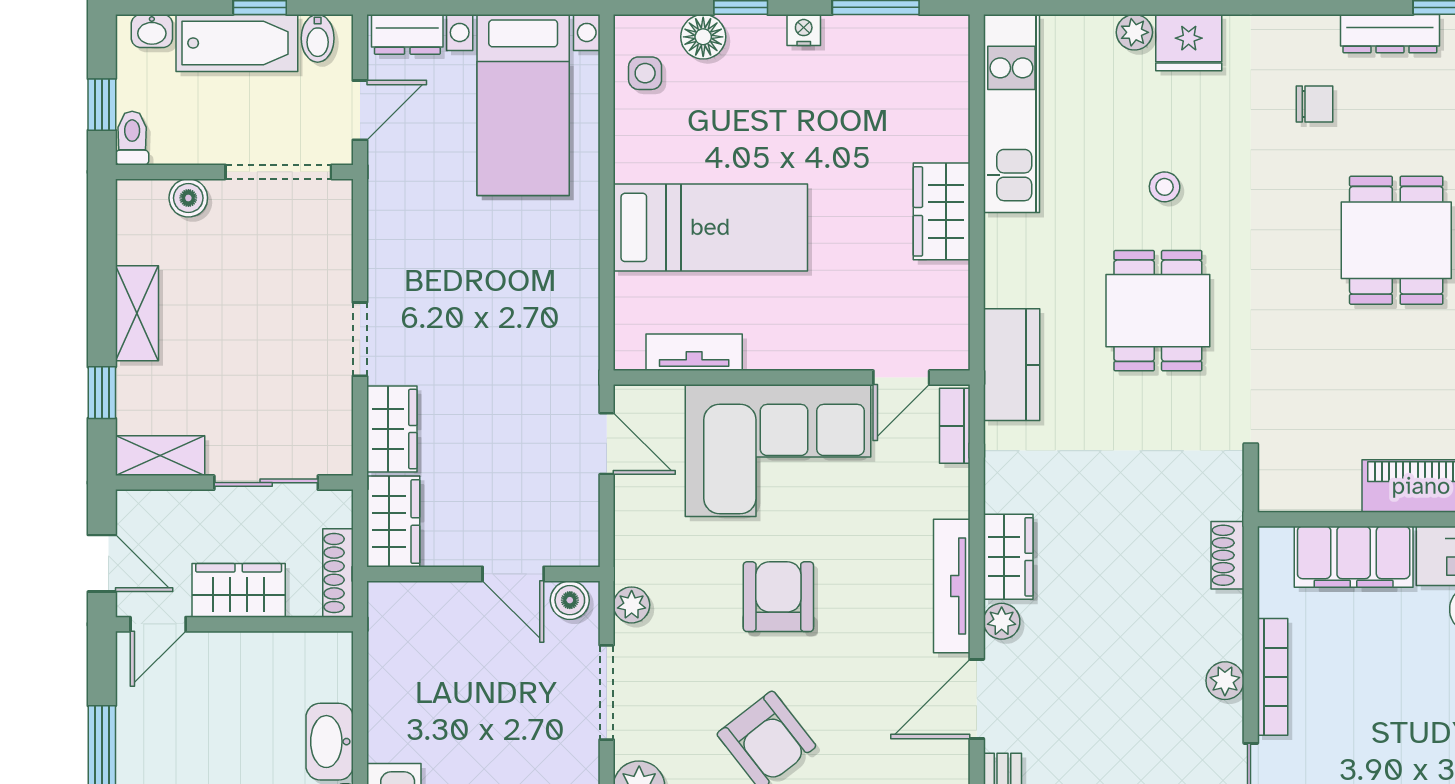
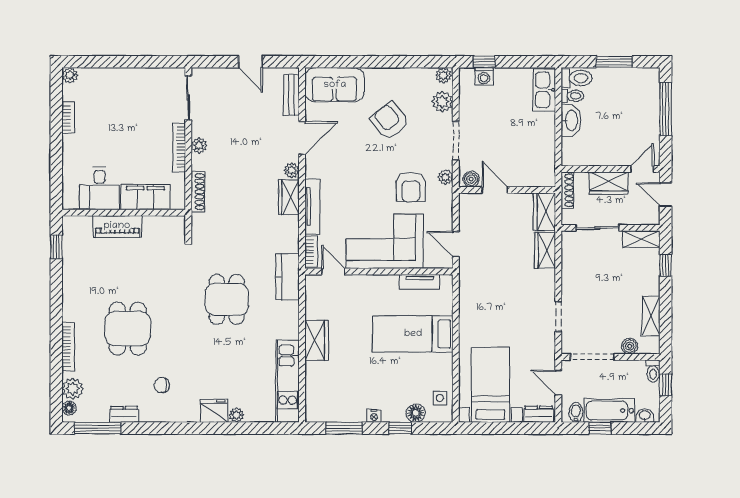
dresser: (1390, 34) -> (124, 414), width x0.70
door: (360, 110) -> (558, 383), hinge flipped
stool: (1165, 187) -> (224, 351), removed
shelving: (137, 313) -> (651, 316), moved
doorway: (360, 339) -> (558, 317), moved
door: (901, 378) -> (333, 272), hinge flipped
shoe rack: (1227, 555) -> (198, 192), width x1.43
tv unit: (952, 586) -> (312, 207), moved
armchair: (778, 597) -> (411, 187), moved

